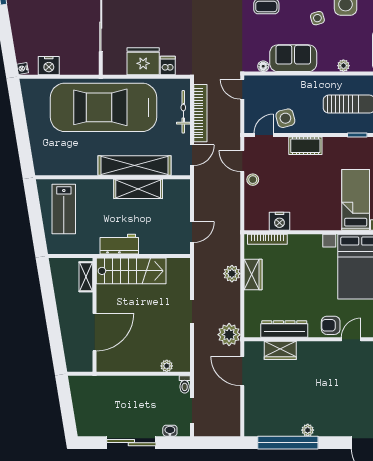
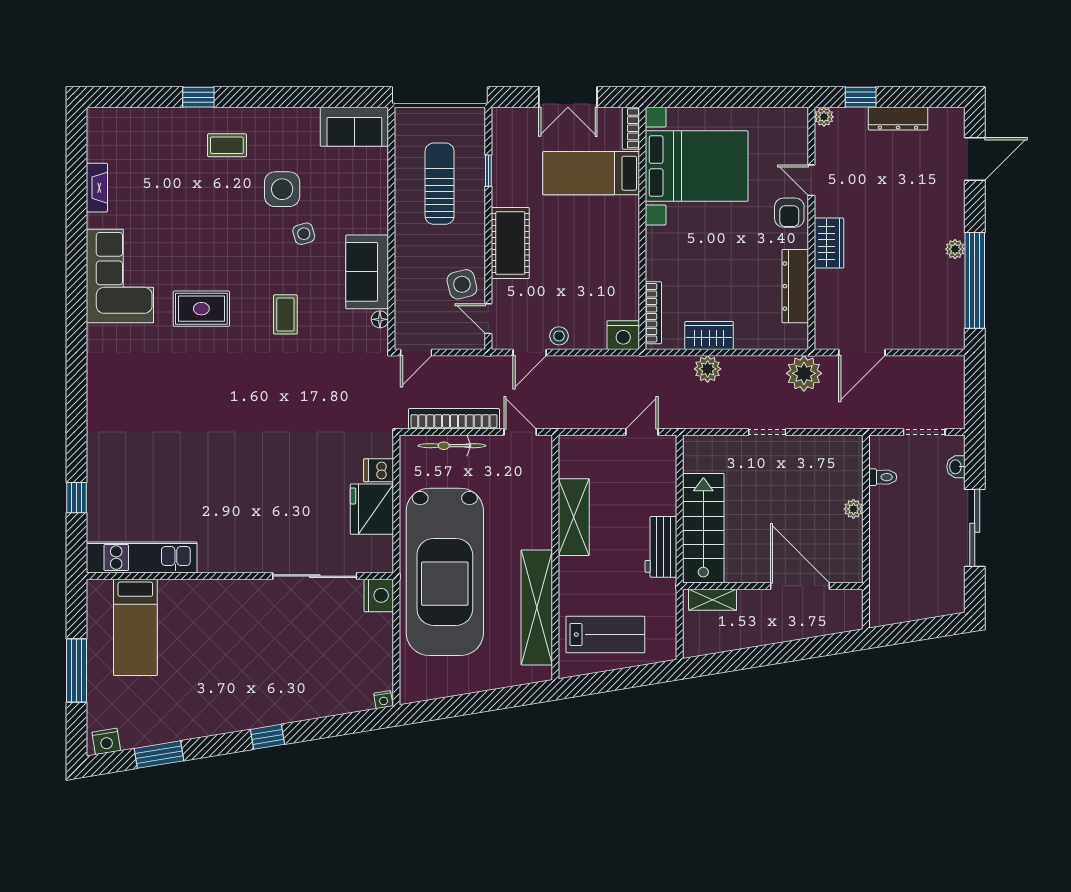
nightstand: (49, 66) -> (379, 595), moved
plant: (343, 66) -> (379, 192), removed
cot: (305, 146) -> (510, 243), width x1.37, depth x1.34
shelving: (135, 166) -> (537, 607), moved
nightstand: (279, 221) -> (623, 335), moved, turned 90
door: (192, 232) -> (642, 432), hinge flipped
wardrobe: (280, 350) -> (829, 243), moved
plant: (167, 366) -> (853, 509), moved
toilet: (185, 384) -> (883, 477), moved

